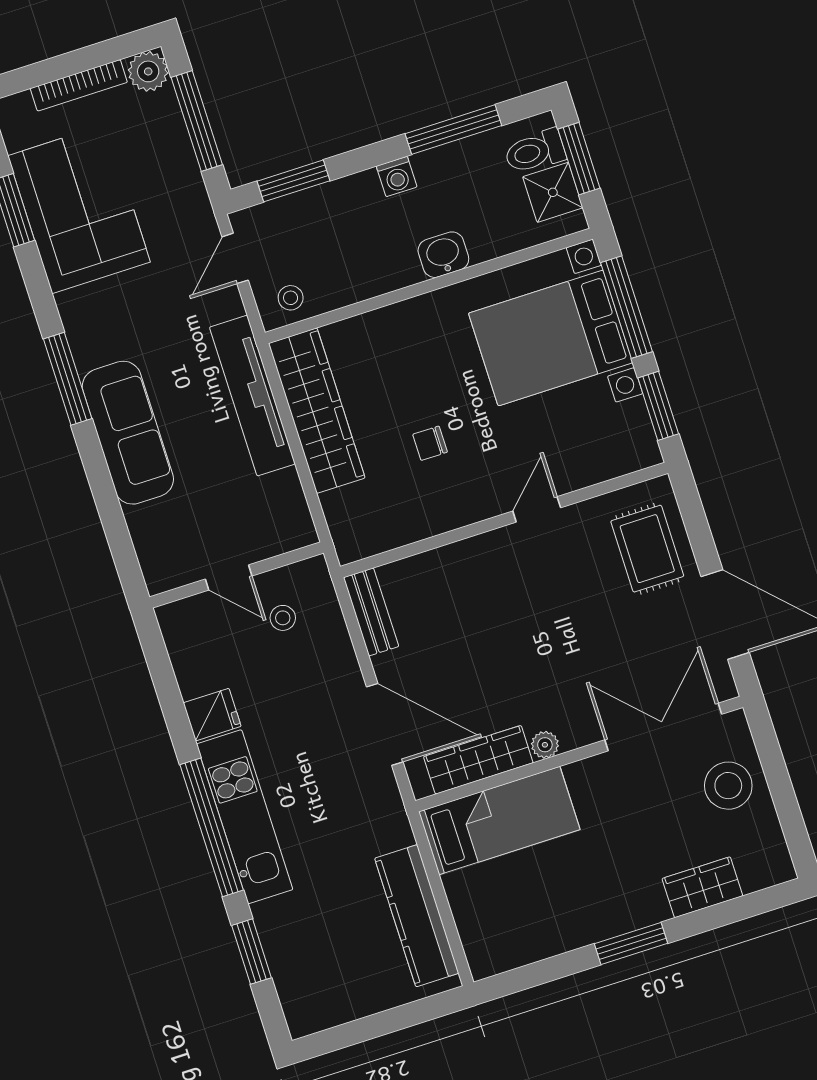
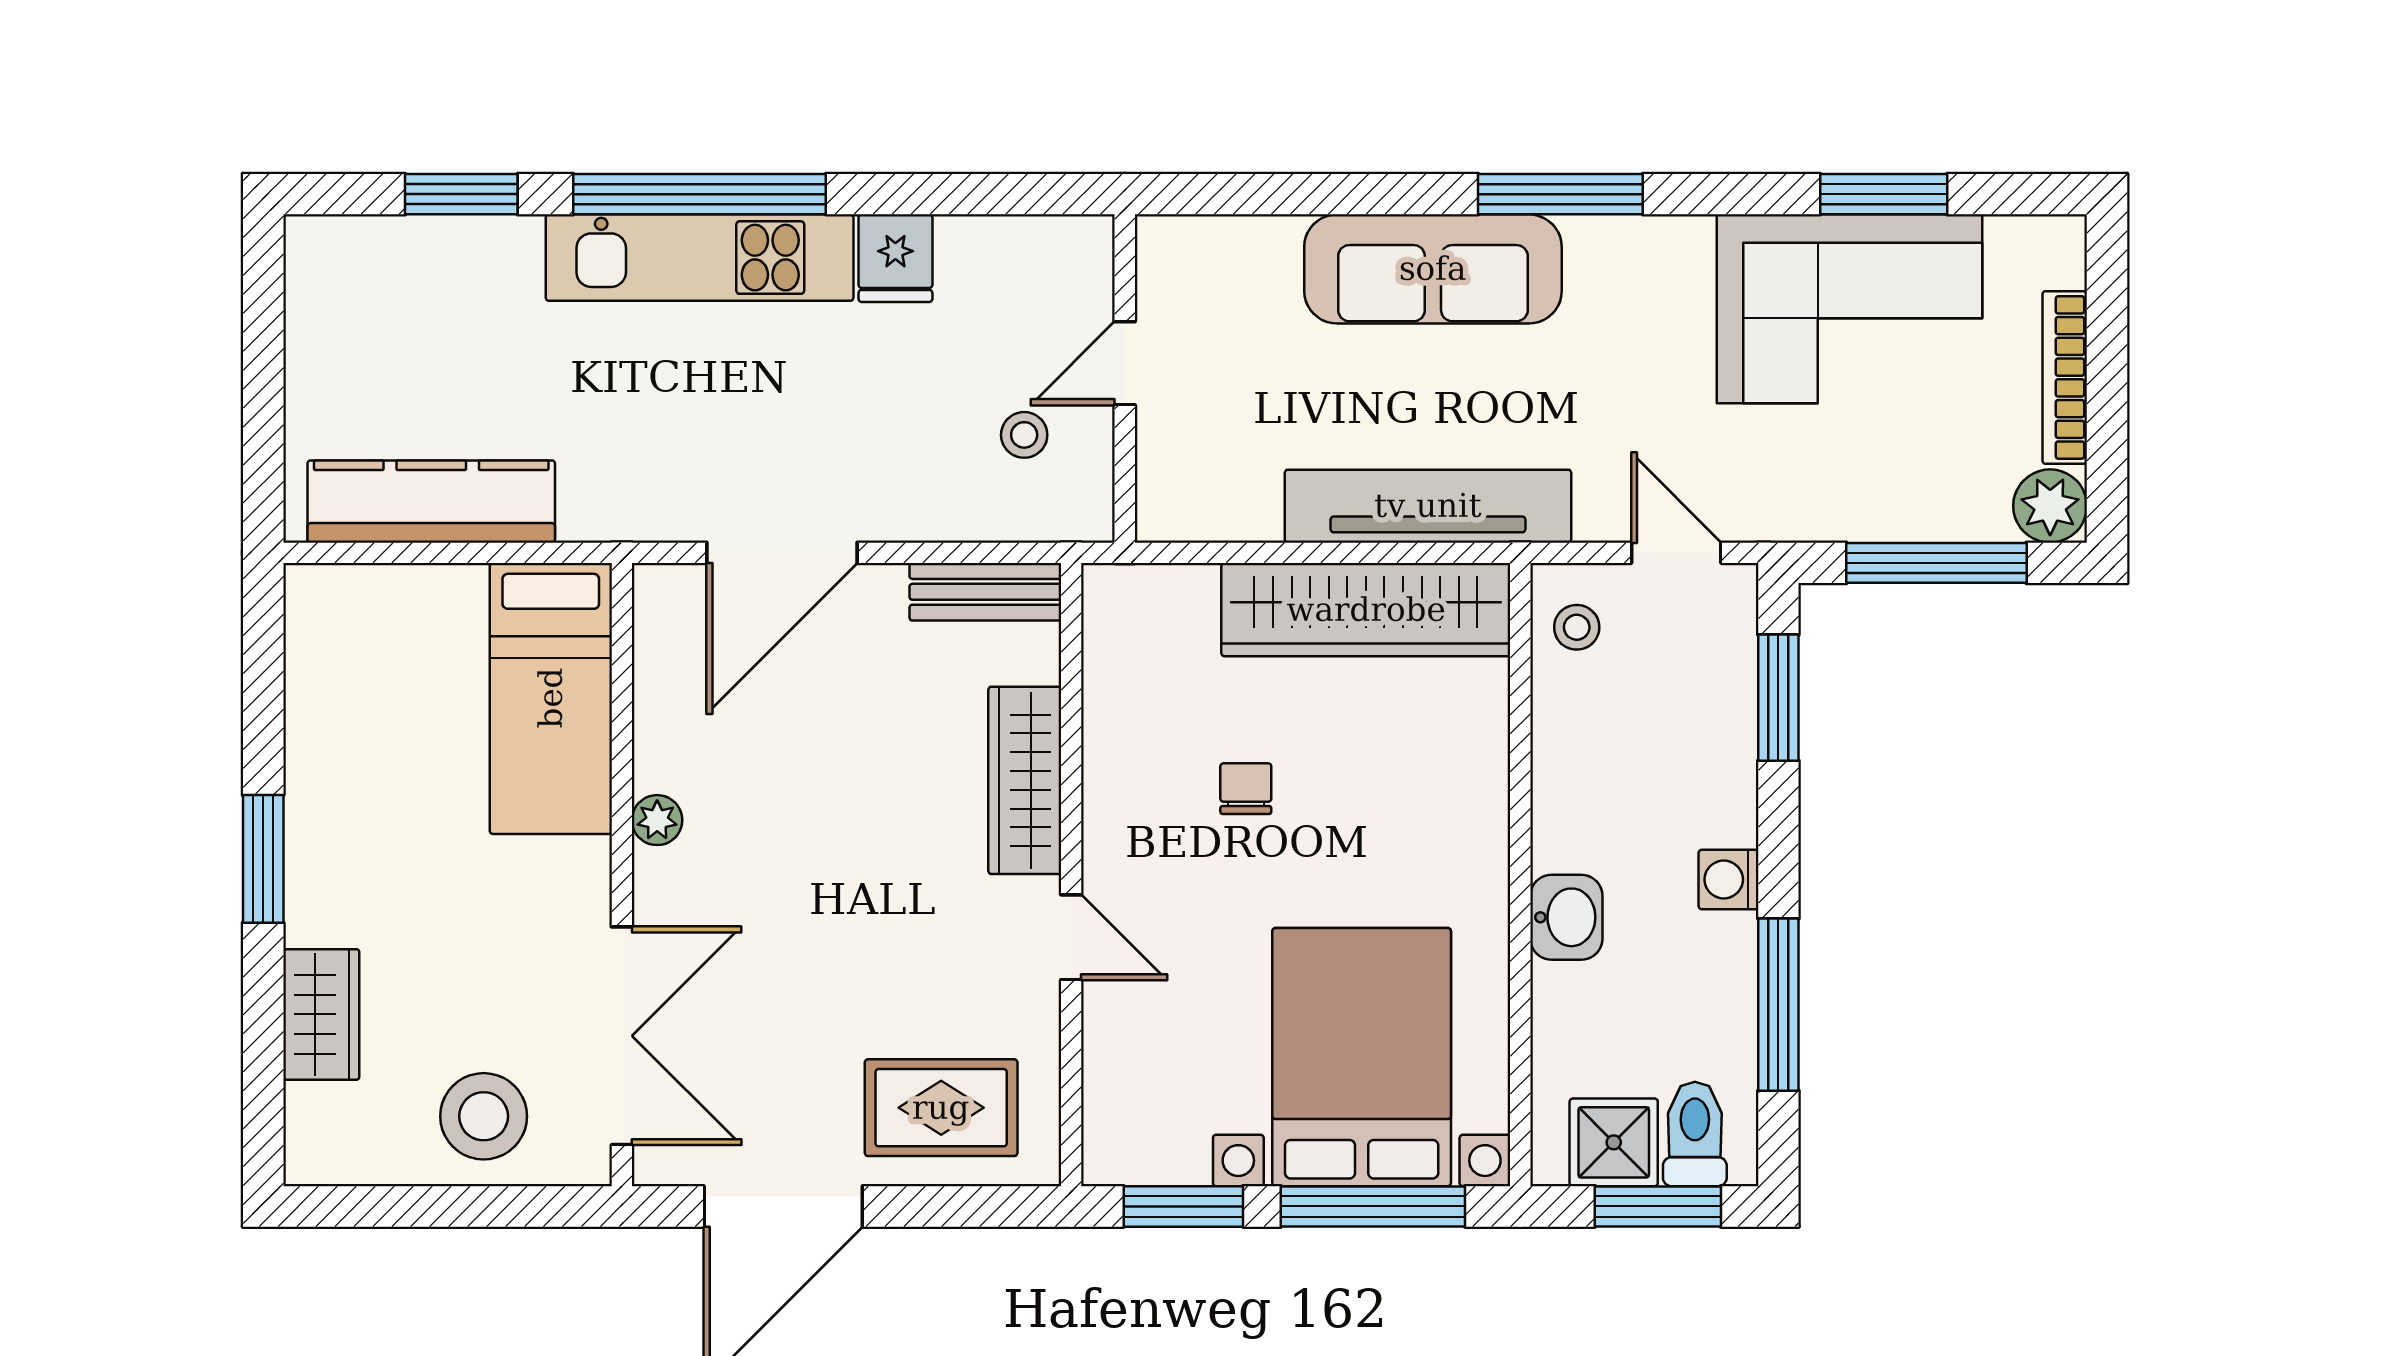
wardrobe: (478, 760) -> (1025, 780), moved, turned 180

